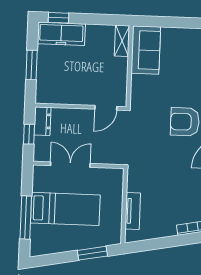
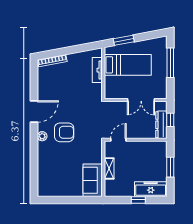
window: (59, 18) -> (138, 200), moved
shelving: (122, 41) -> (109, 168), moved
dresser: (42, 121) -> (161, 125), width x1.44
bed: (65, 209) -> (128, 65), moved, turned 180

